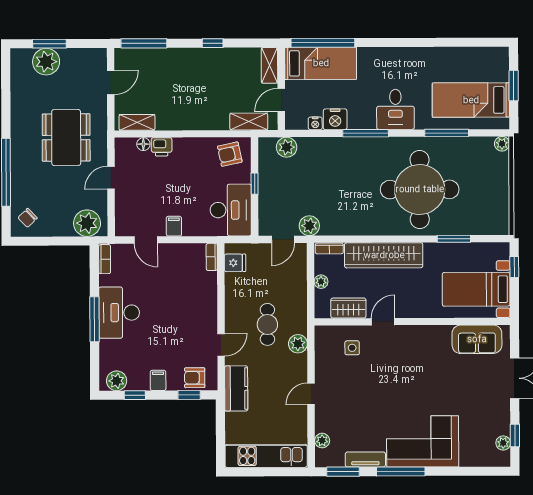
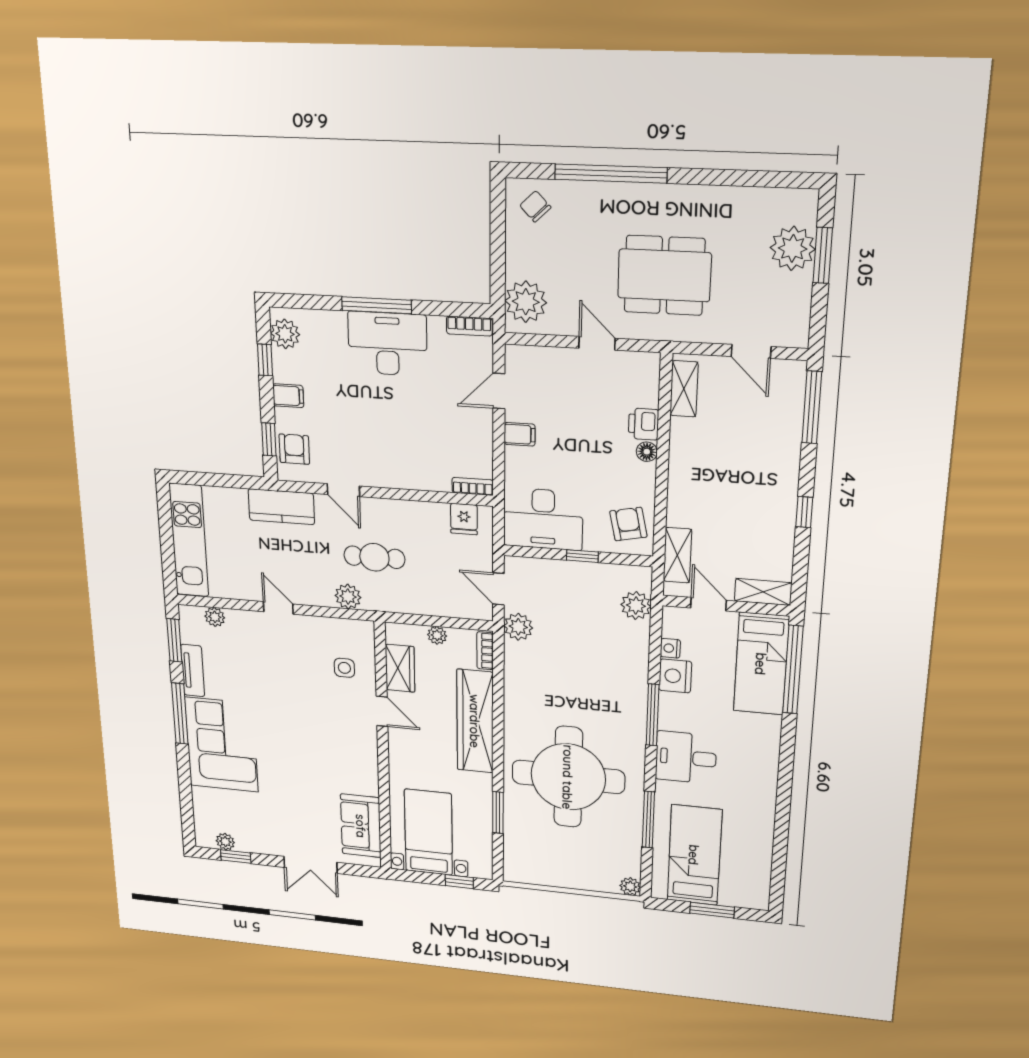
floor lamp: (143, 144) -> (647, 452), moved

